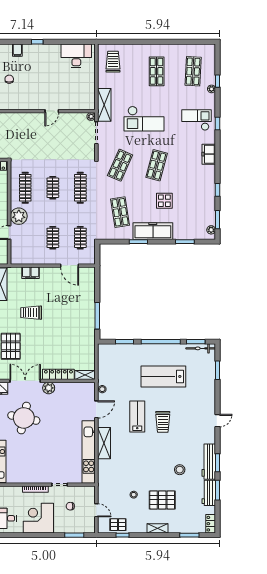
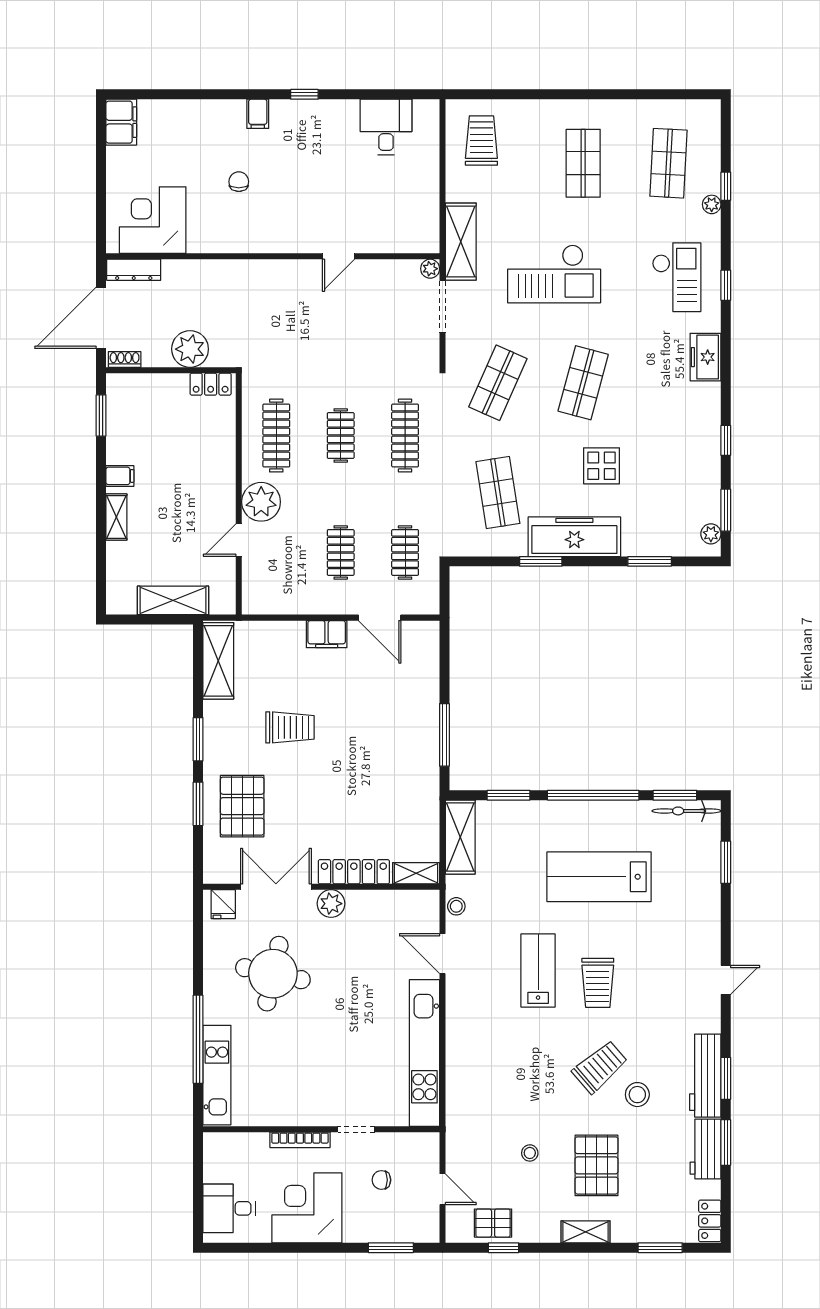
desk: (76, 56) -> (386, 127), width x0.73
checkout: (197, 120) -> (677, 277), turned 90
filing cabinet: (31, 273) -> (327, 634), moved
trolley: (31, 313) -> (290, 727), turned 180
door: (96, 409) -> (443, 954), swing flipped
shelving: (104, 443) -> (460, 837), moved
trolley: (164, 458) -> (600, 1067), added
pallet: (162, 500) -> (596, 1165), turned 90

